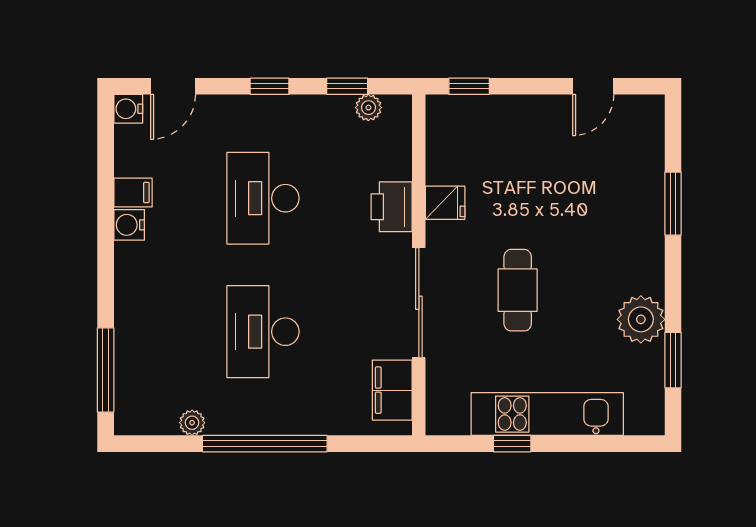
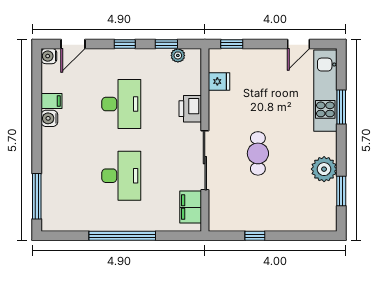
desk: (263, 198) -> (121, 104), turned 180
fridge: (445, 203) -> (219, 81), moved
desk: (263, 332) -> (121, 176), turned 180
kitchen unit: (547, 414) -> (325, 91), moved, turned -90
plant: (192, 423) -> (83, 225), removed

